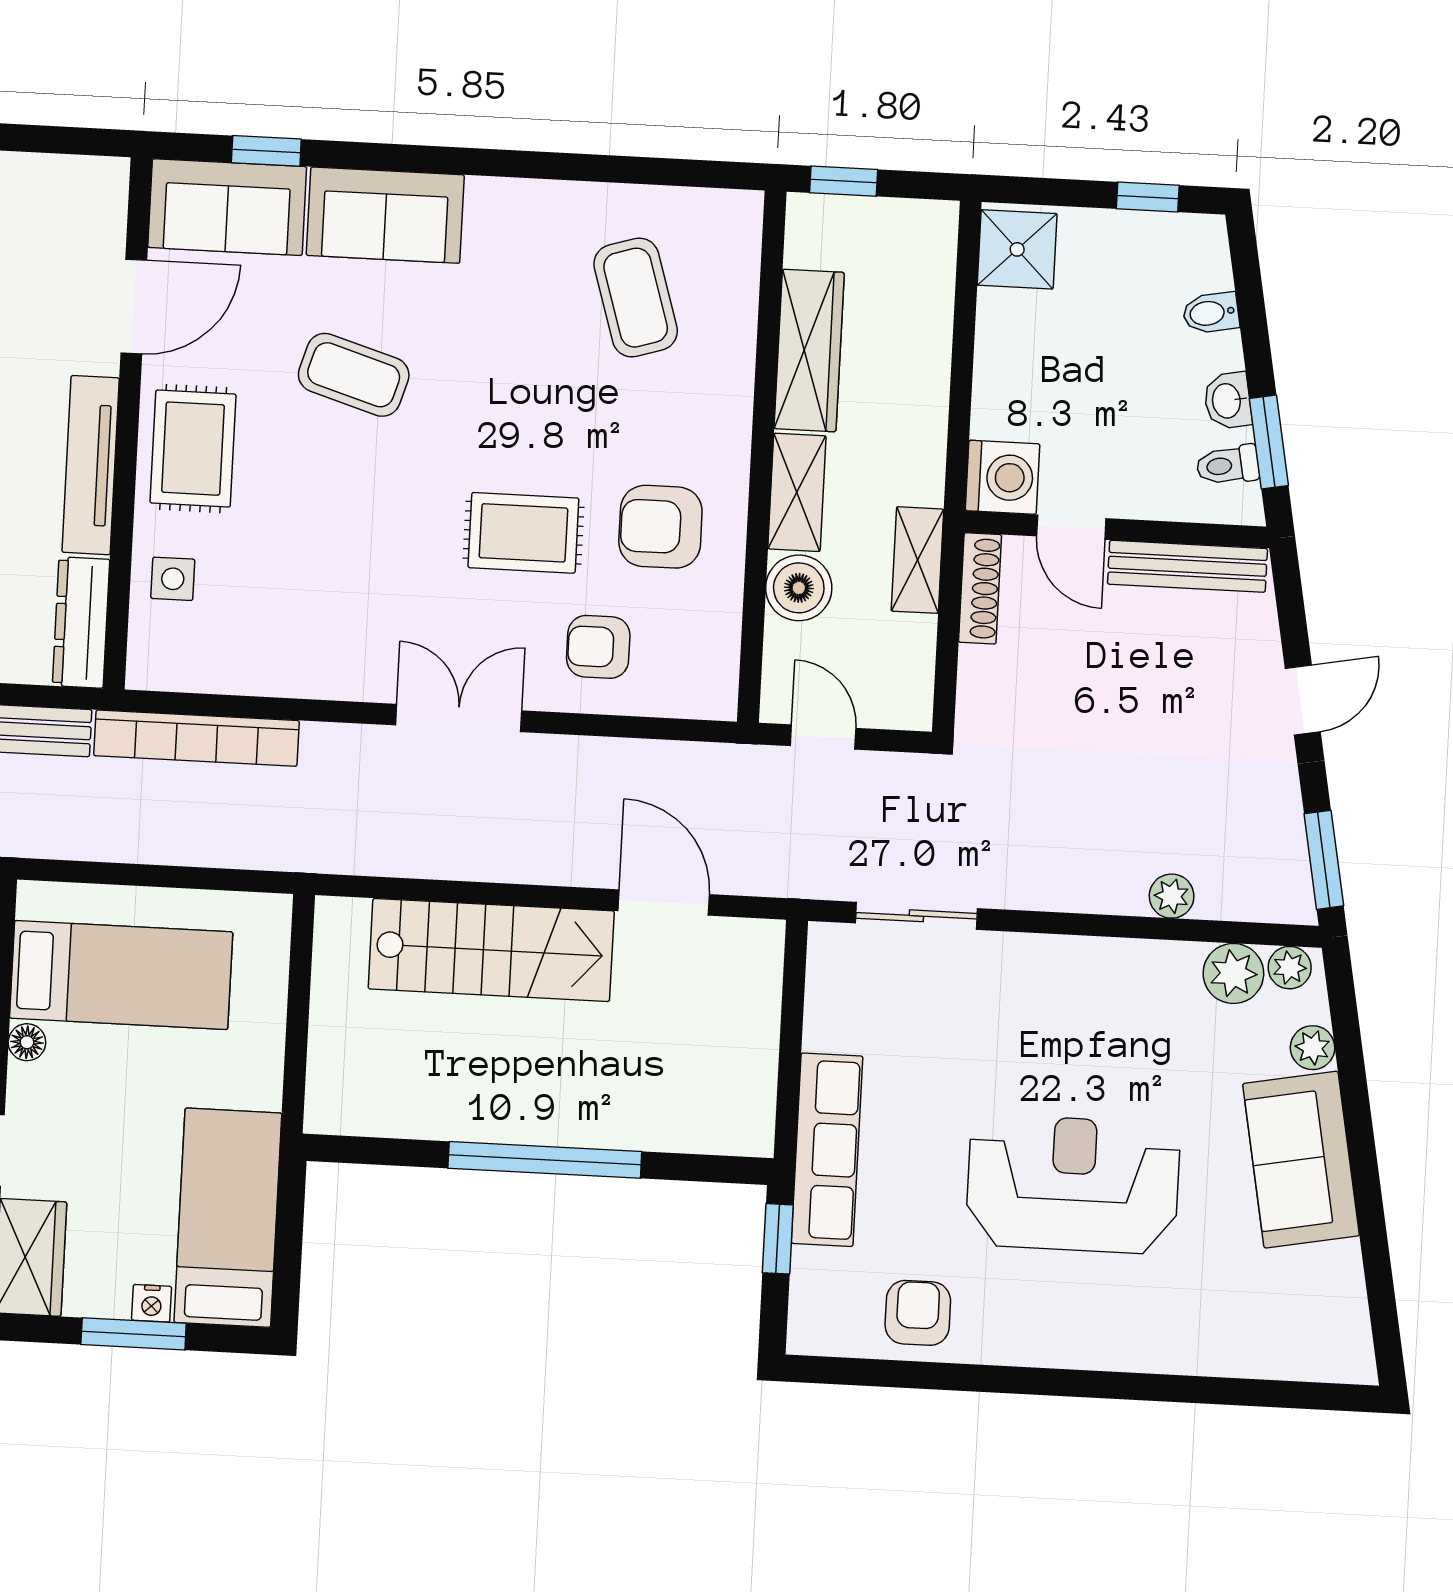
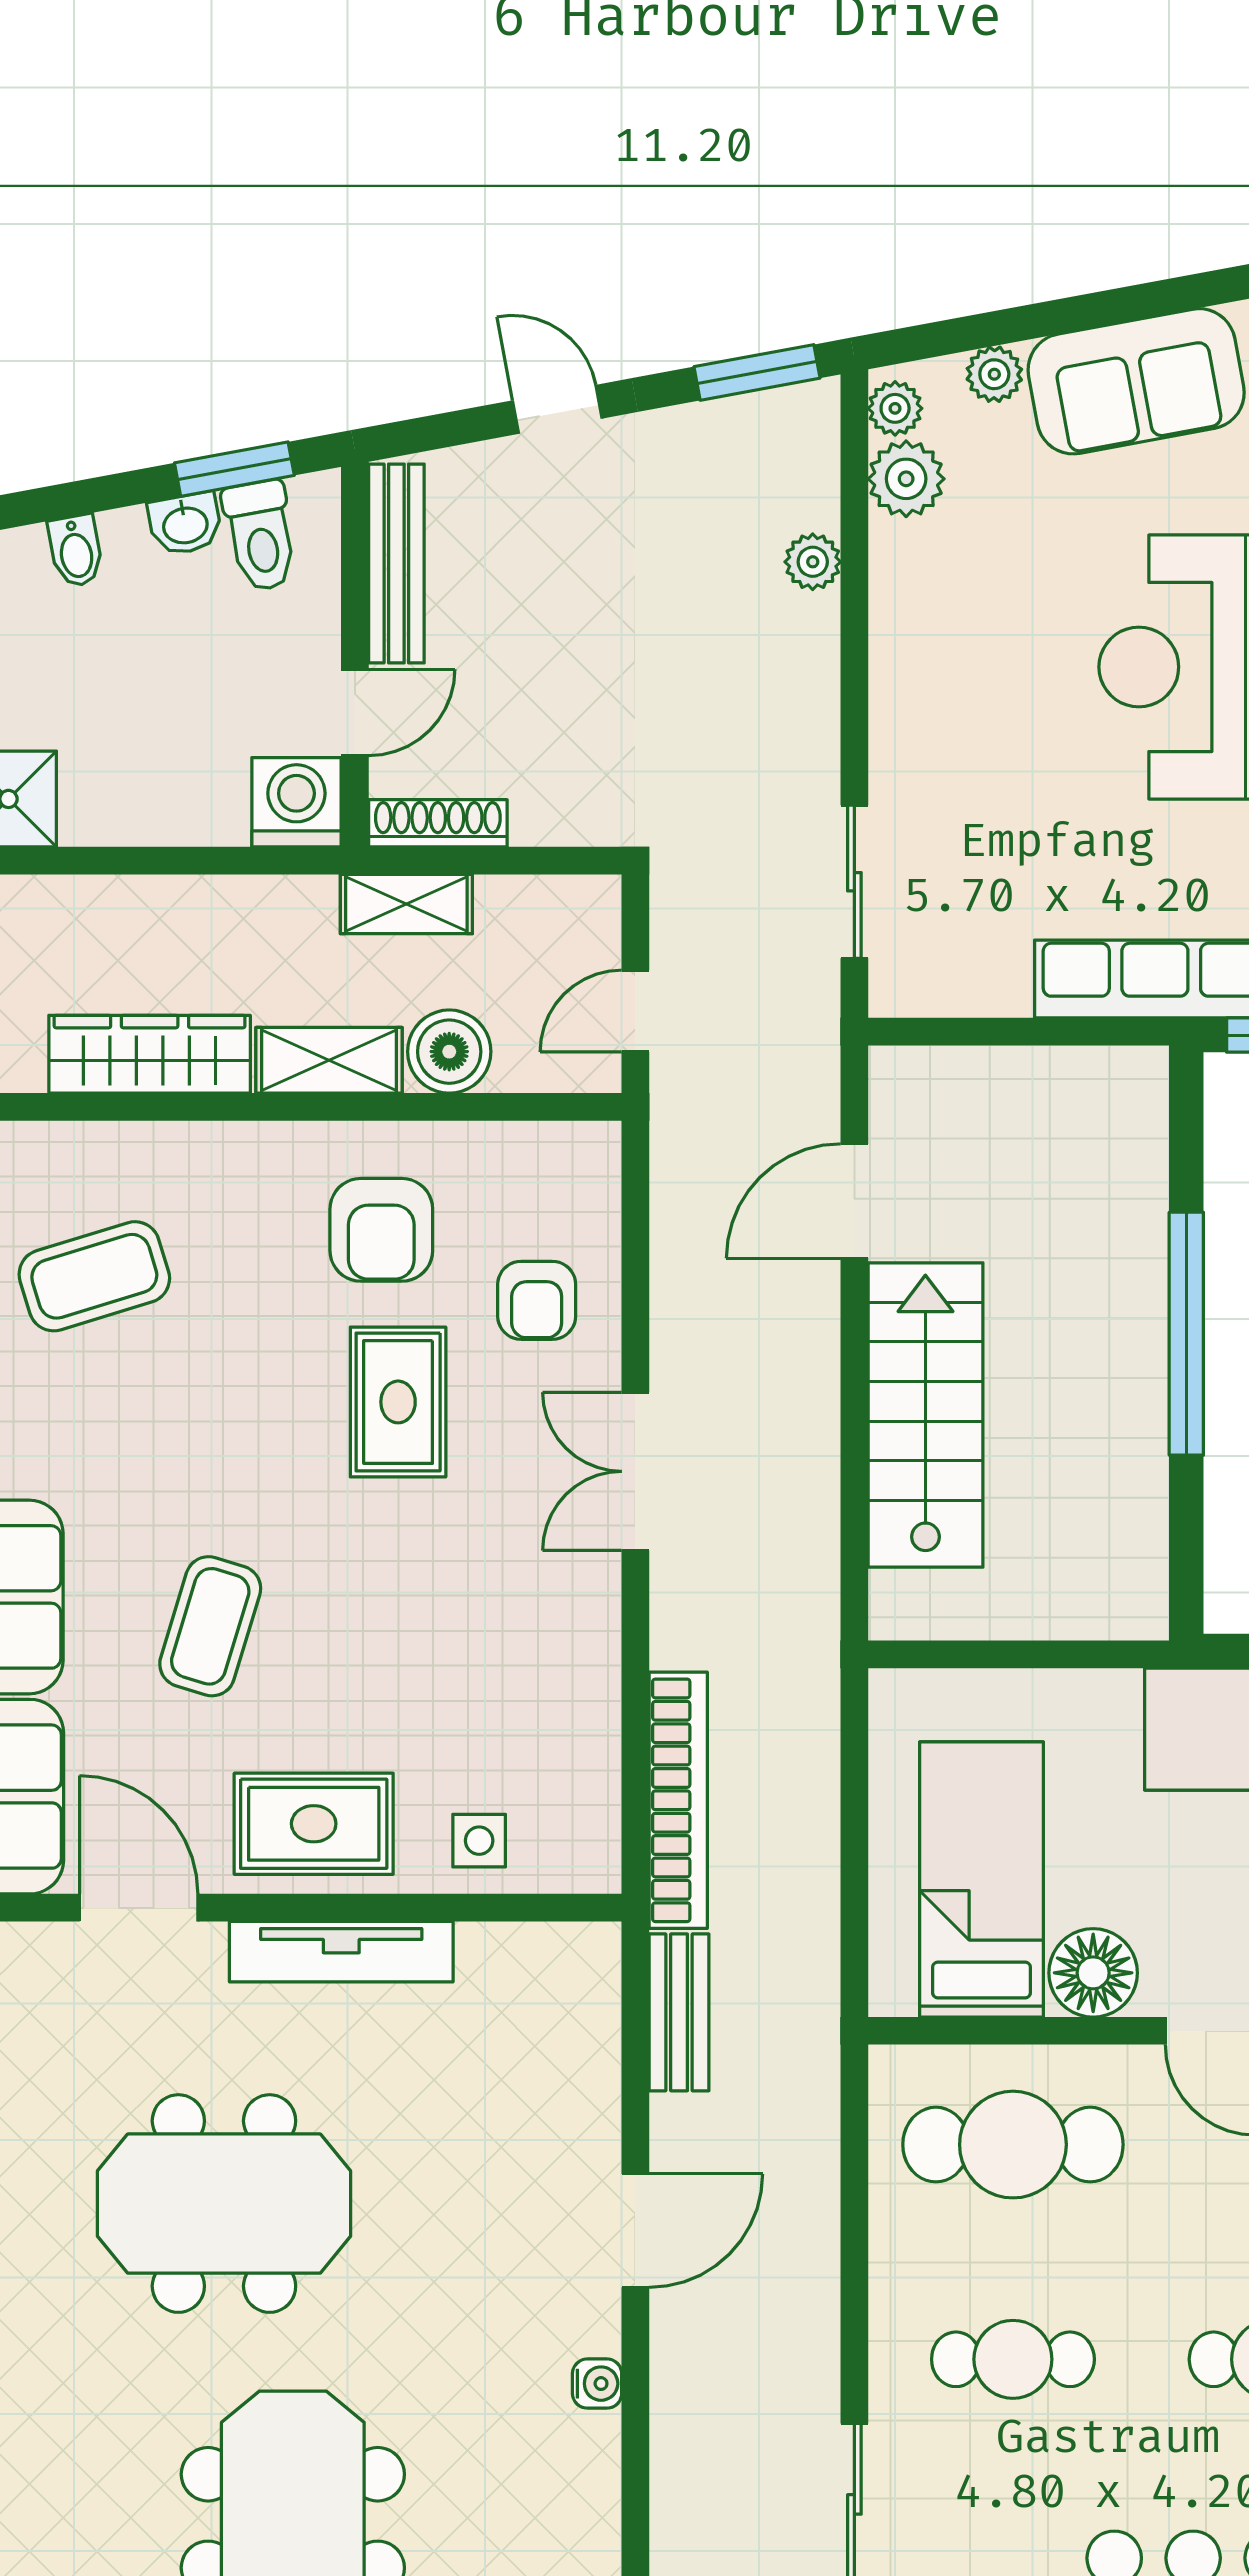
toilet: (1228, 465) -> (260, 536), width x1.37, depth x1.39
dresser: (81, 622) -> (540, 1953), removed
floor lamp: (27, 1042) -> (1093, 1973), width x1.89, depth x1.89

